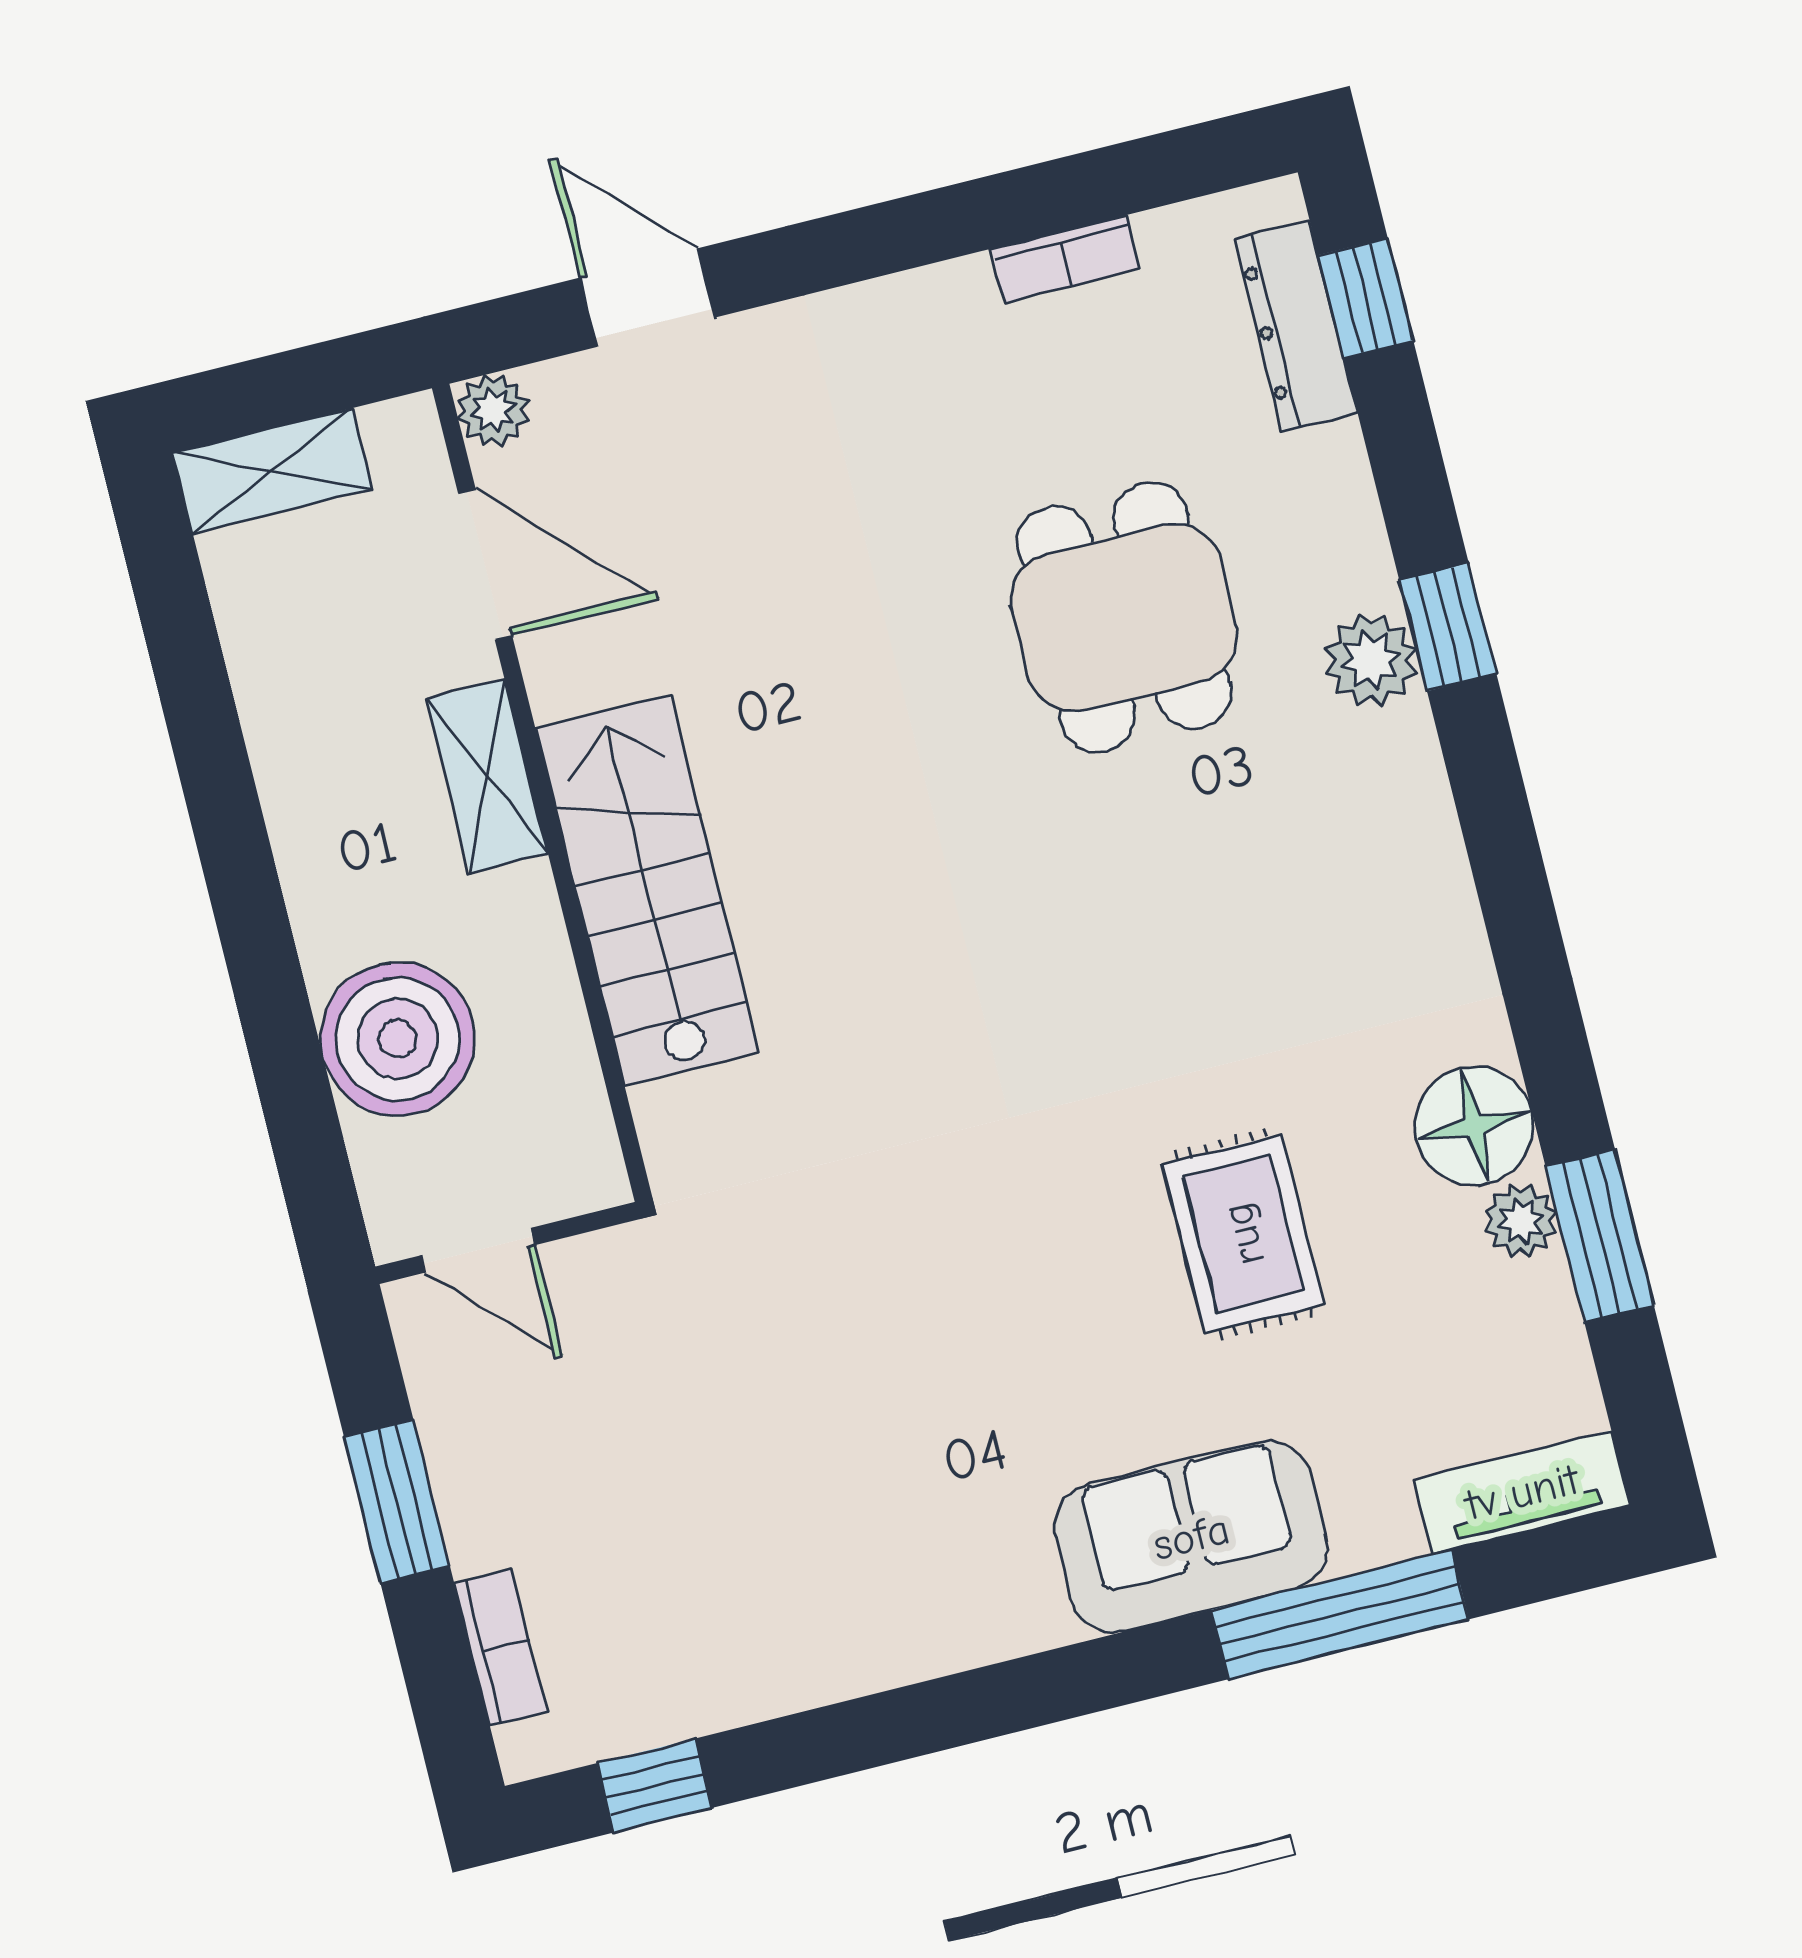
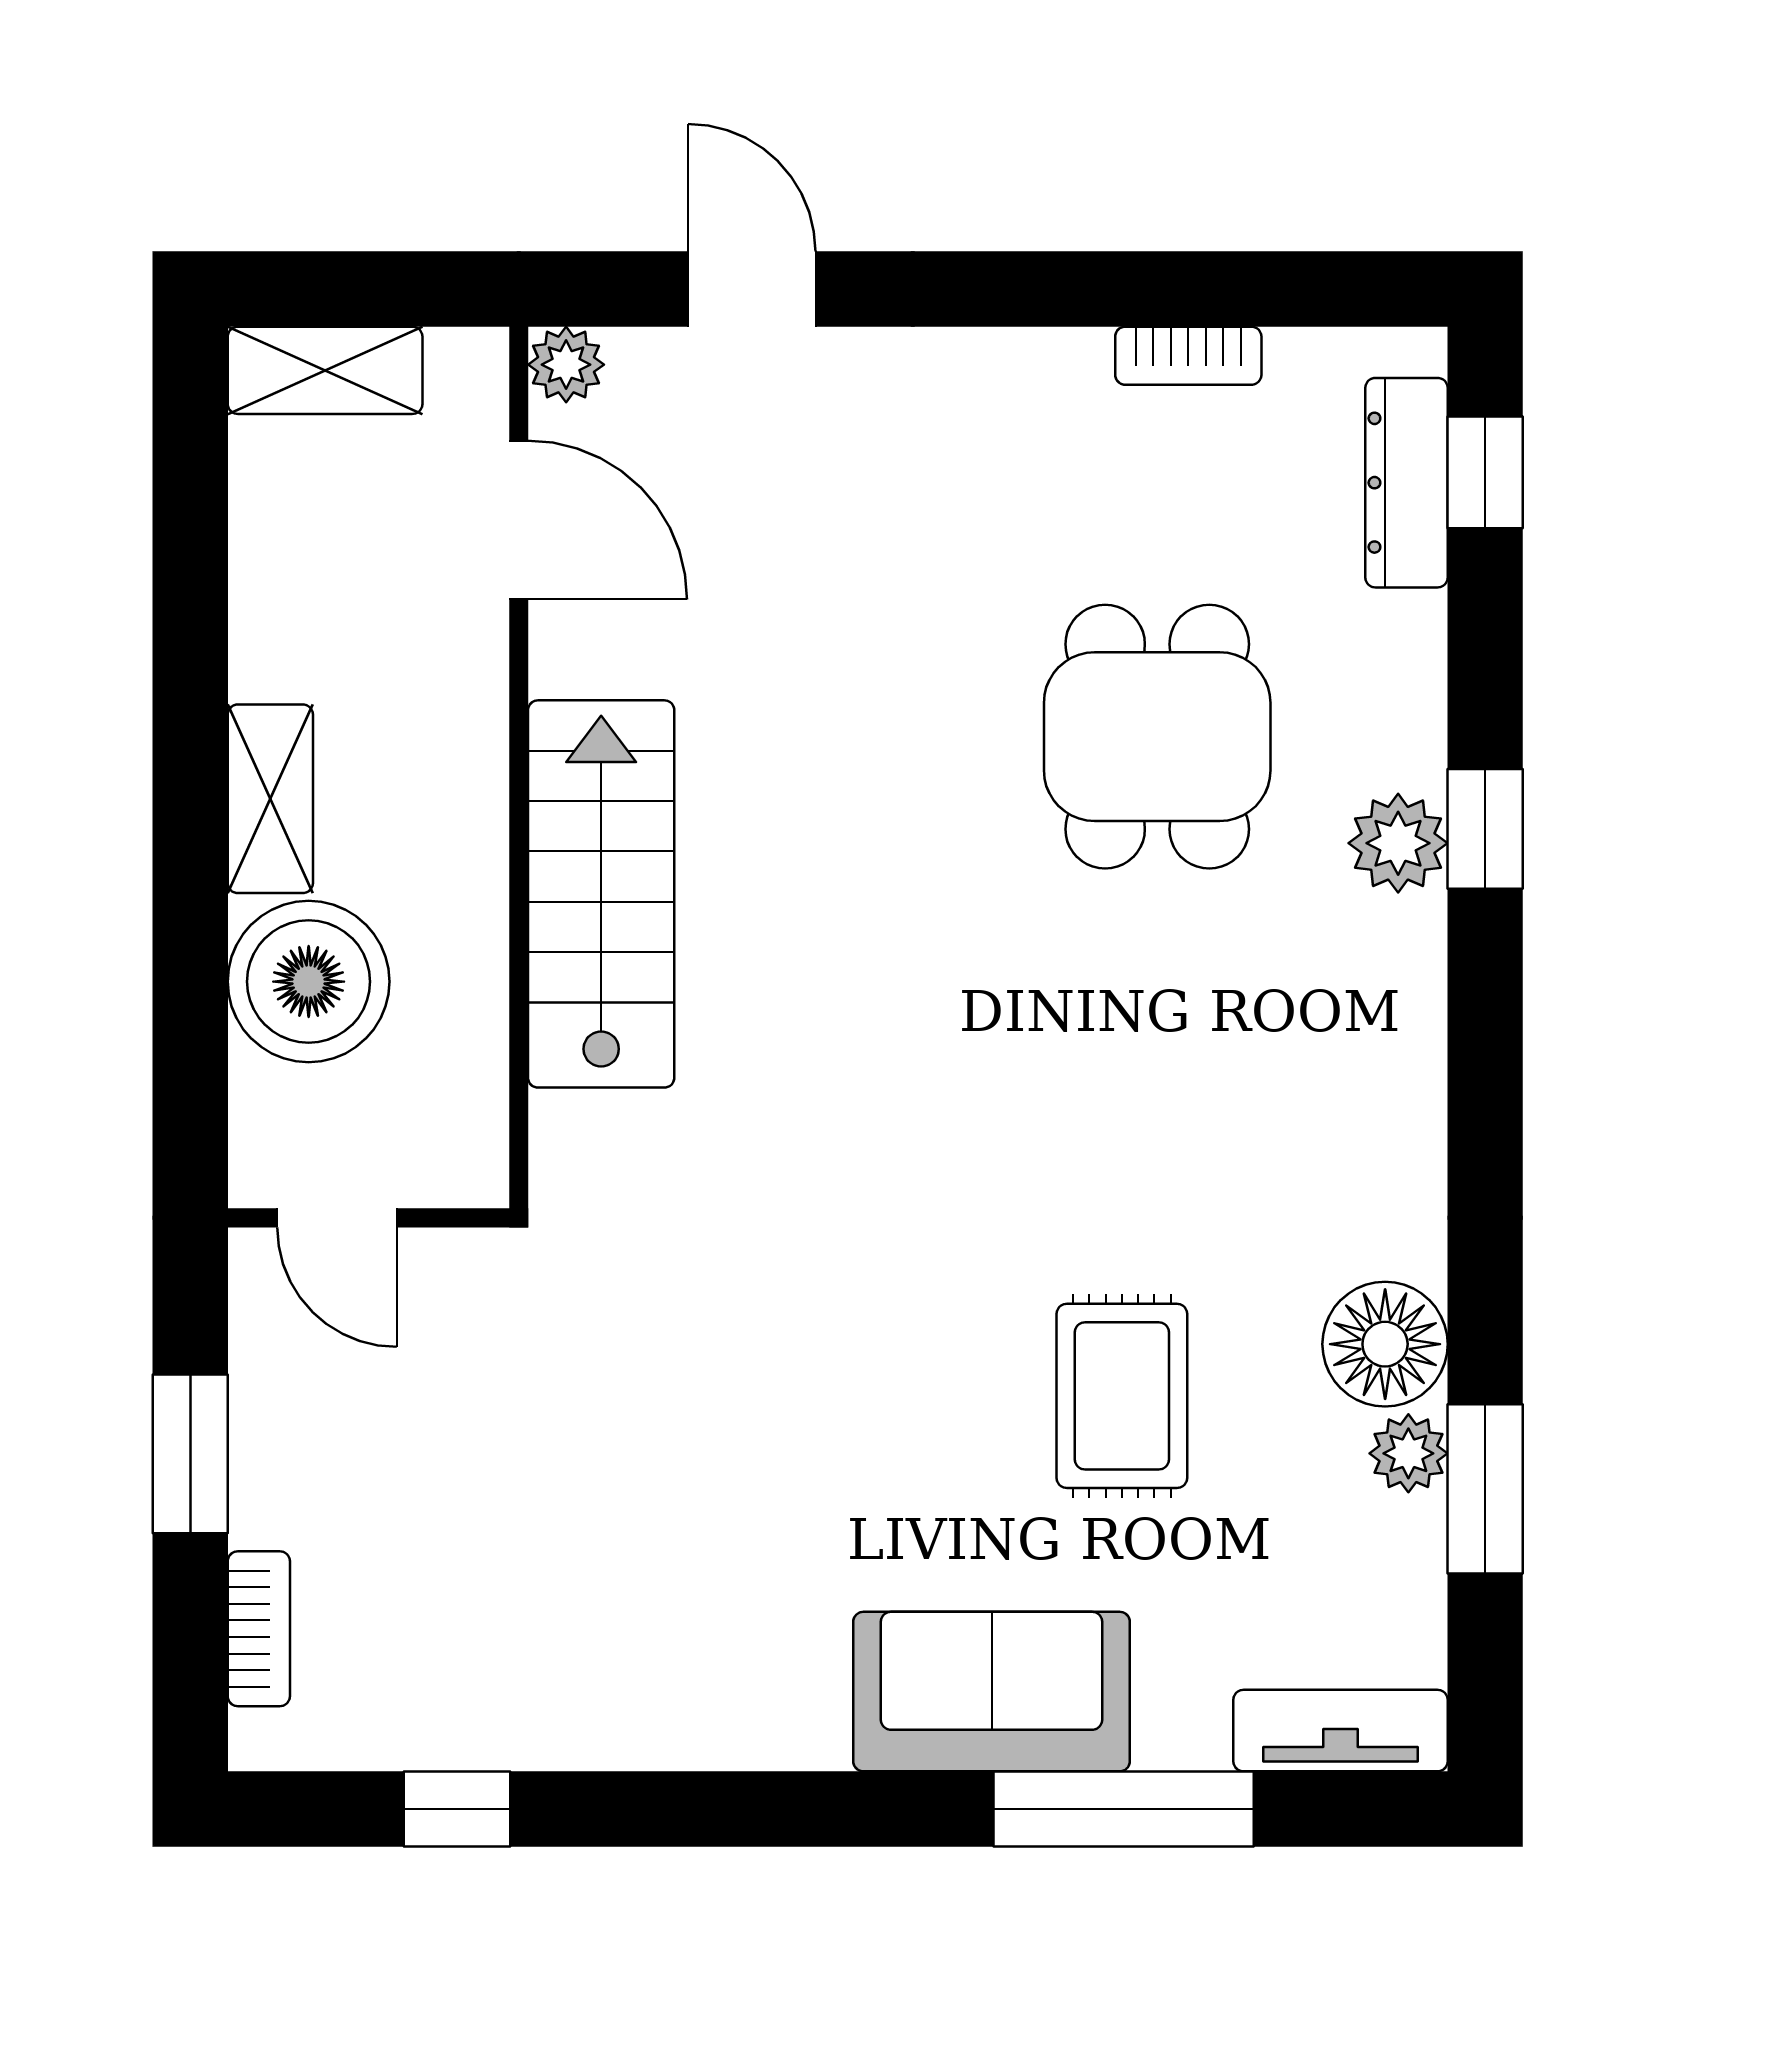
shelving: (487, 776) -> (270, 799), moved
window: (655, 1785) -> (457, 1809), moved

